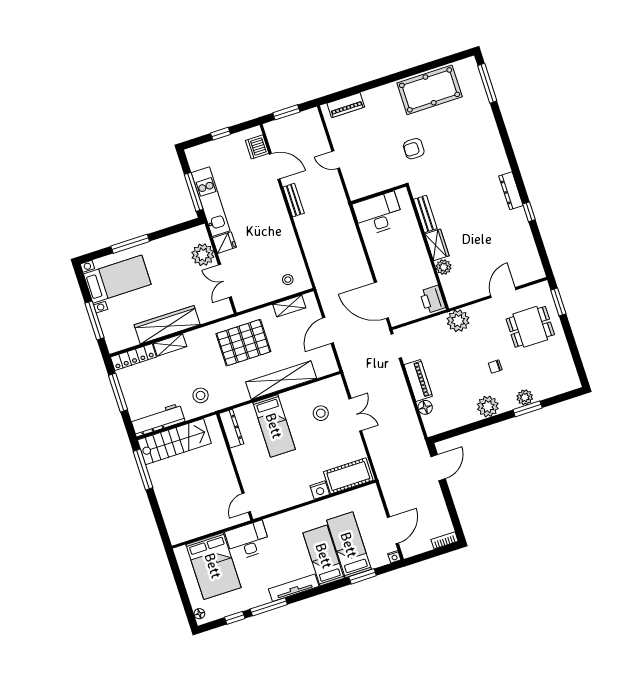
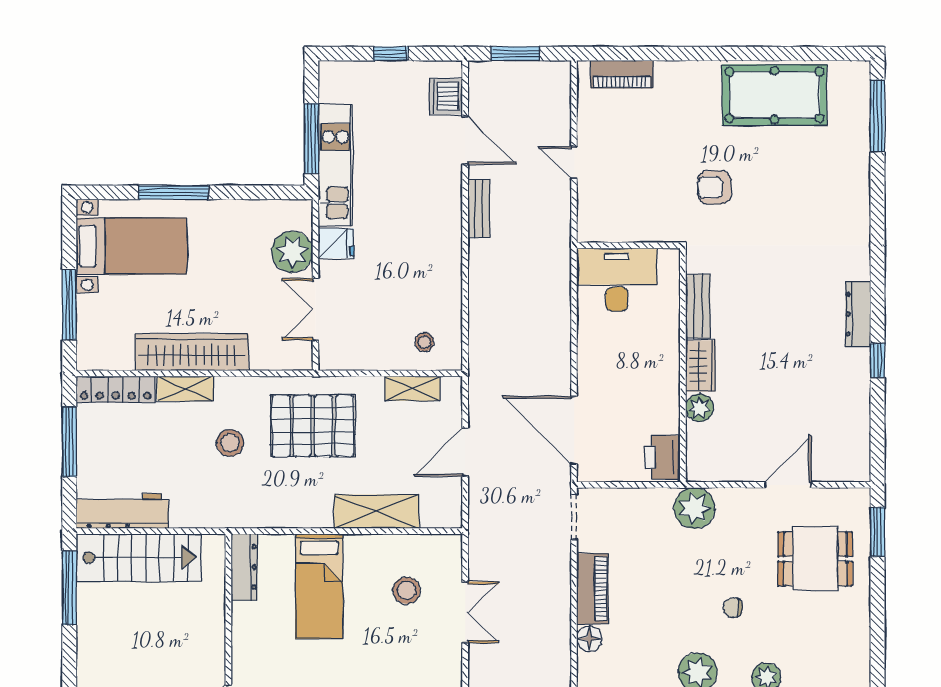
shelving: (281, 380) -> (377, 512), width x0.68
stool: (201, 395) -> (230, 443), moved

